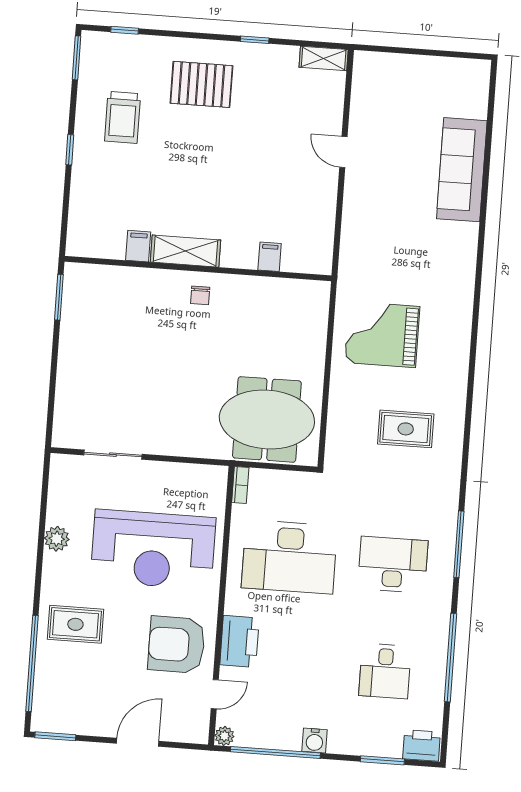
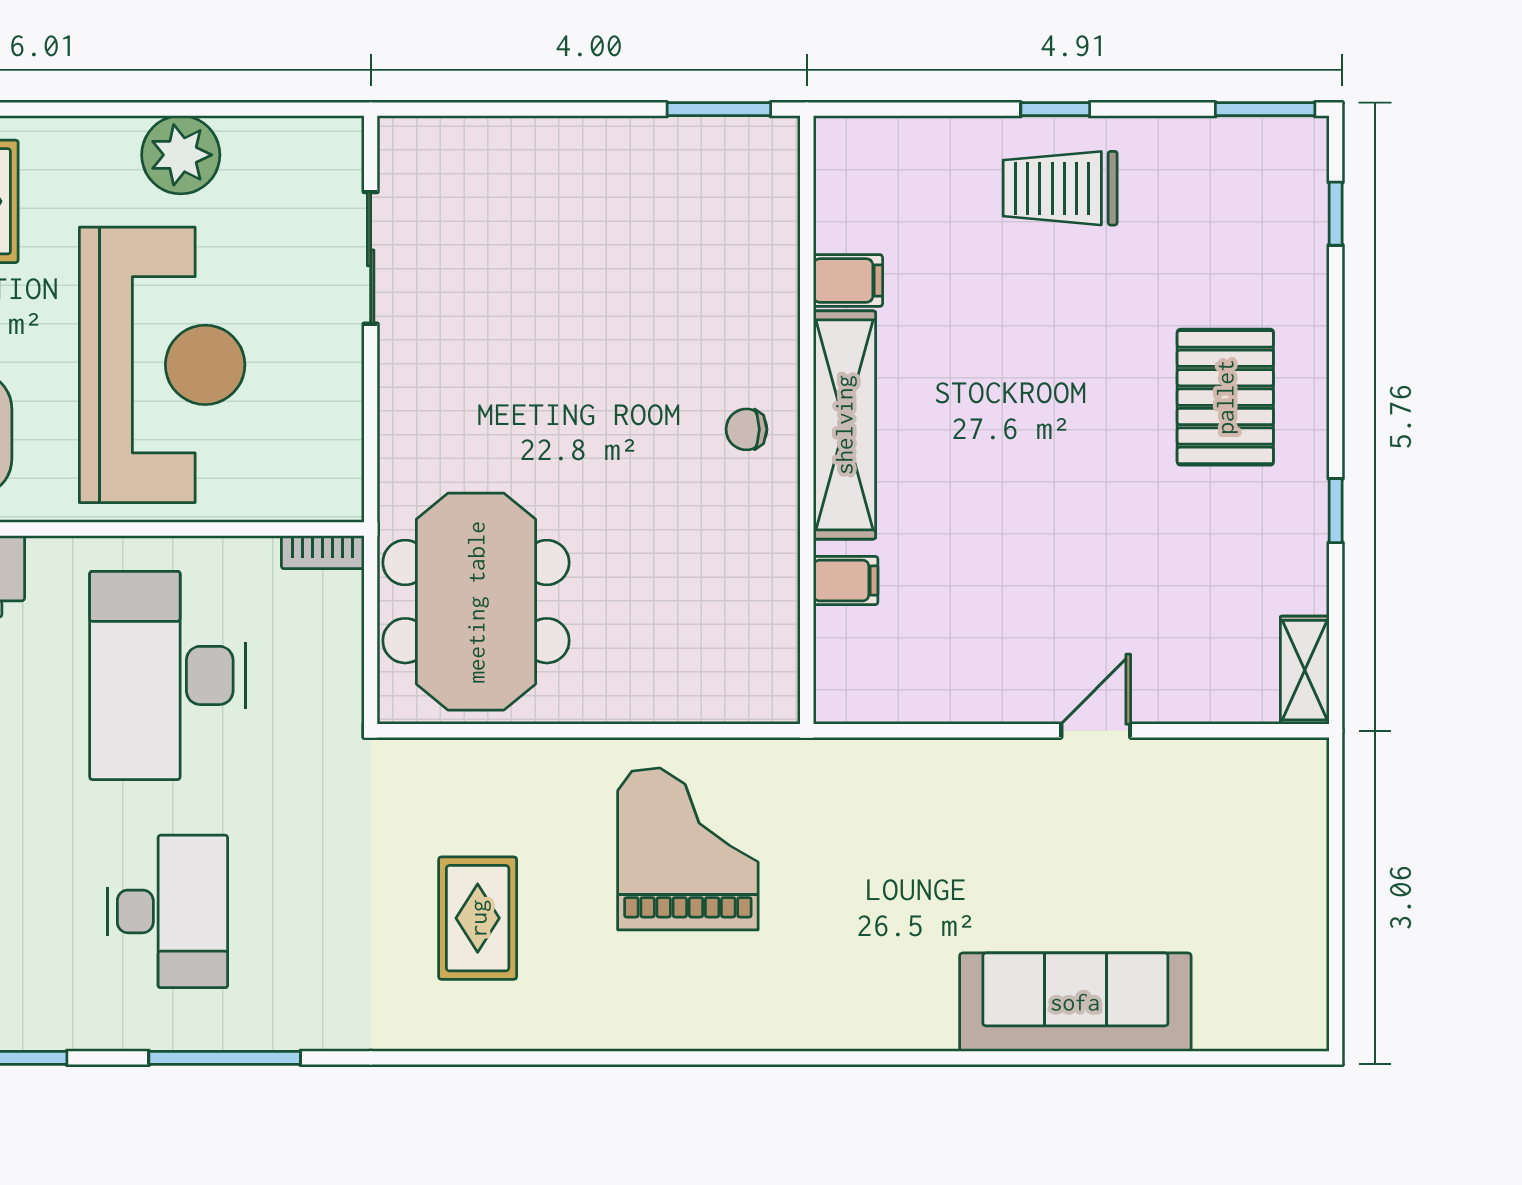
trolley: (123, 117) -> (1060, 188), moved
shelving: (185, 251) -> (844, 425), width x1.47
plant: (57, 539) -> (181, 155), width x1.36, depth x1.36
reception desk: (153, 549) -> (162, 365), turned 180

